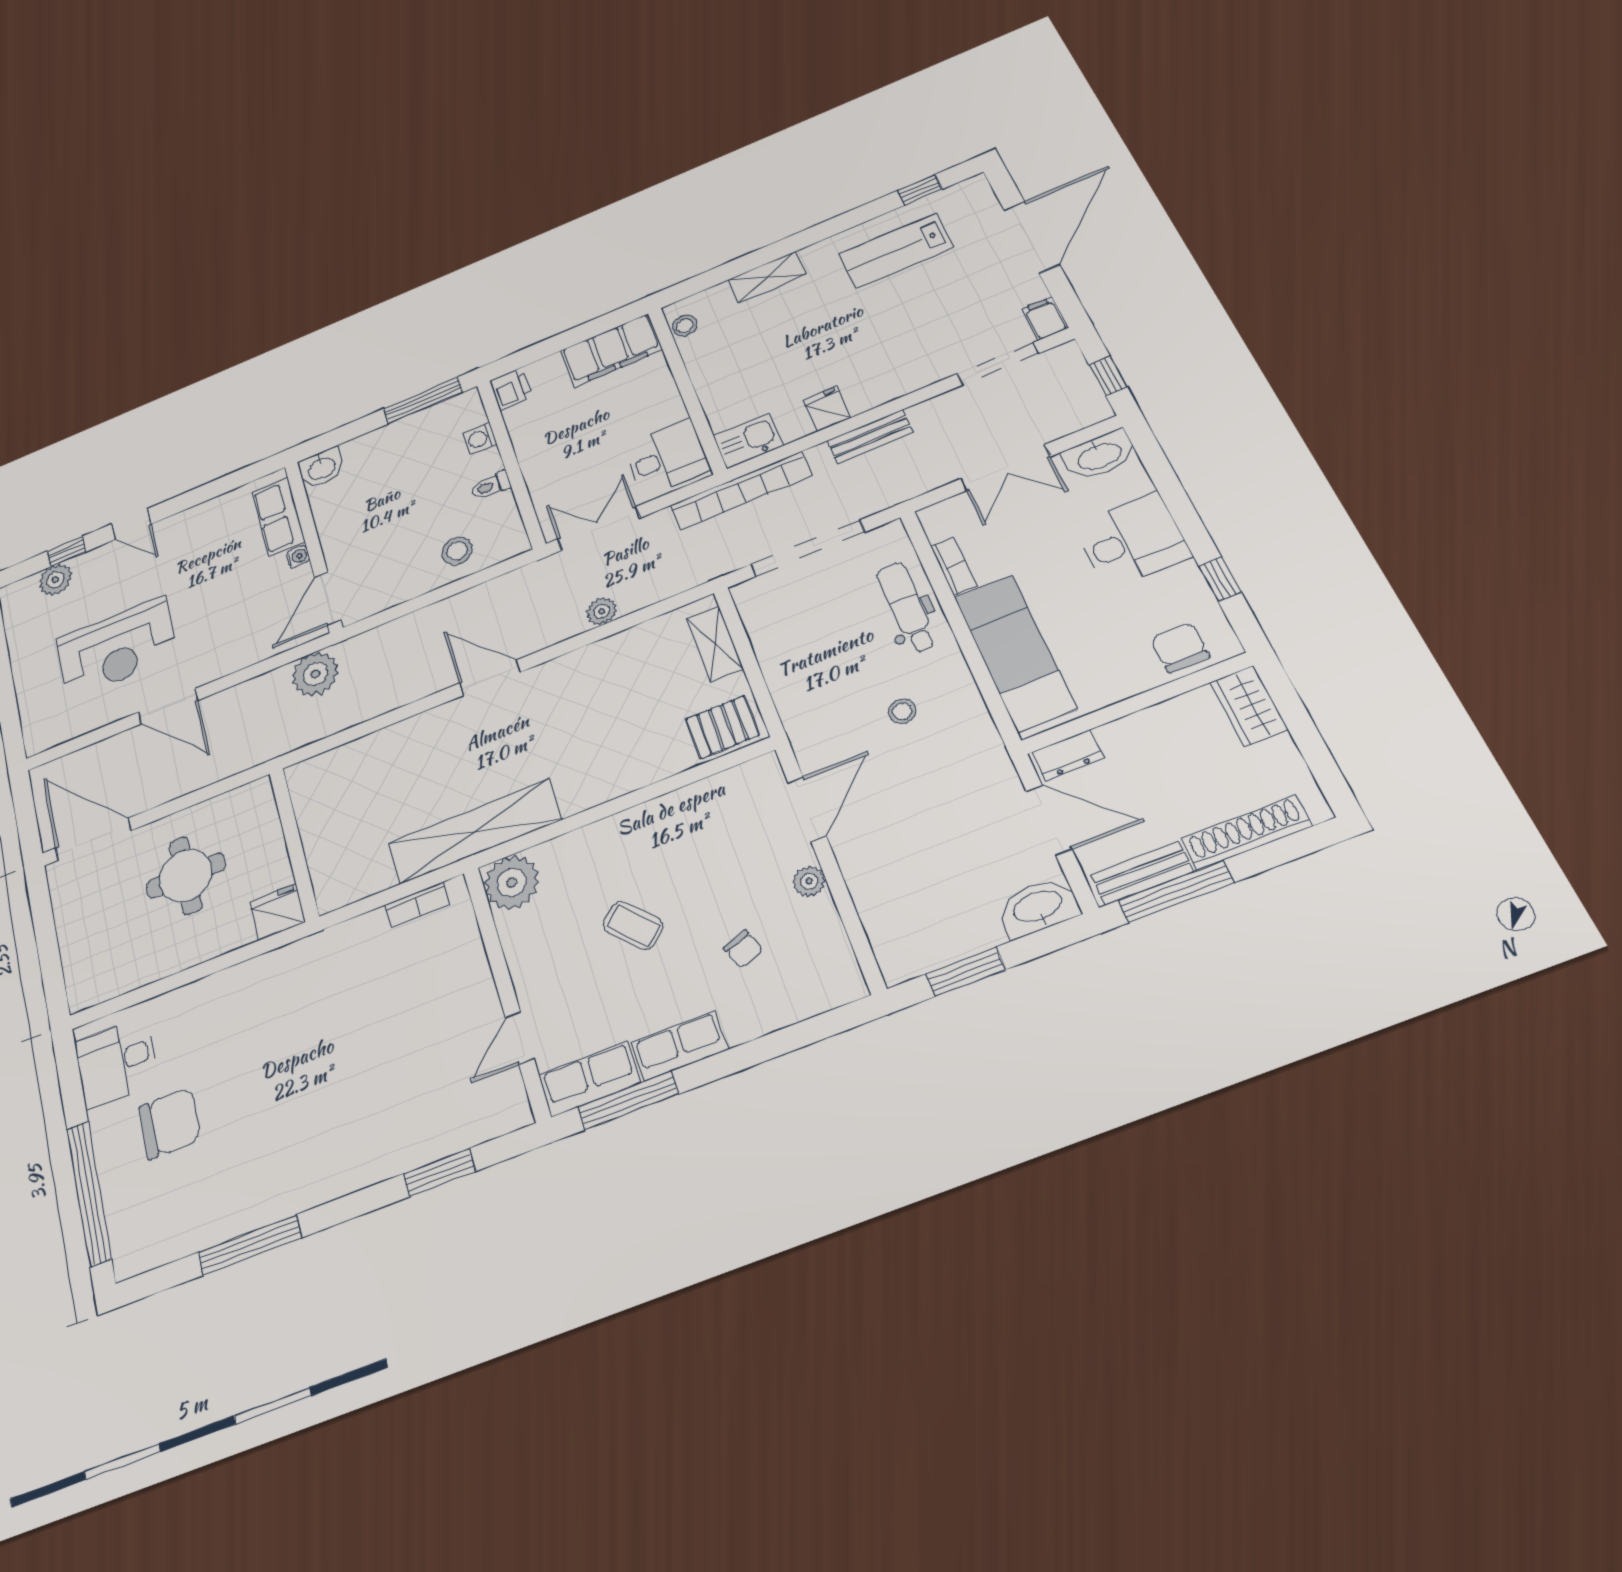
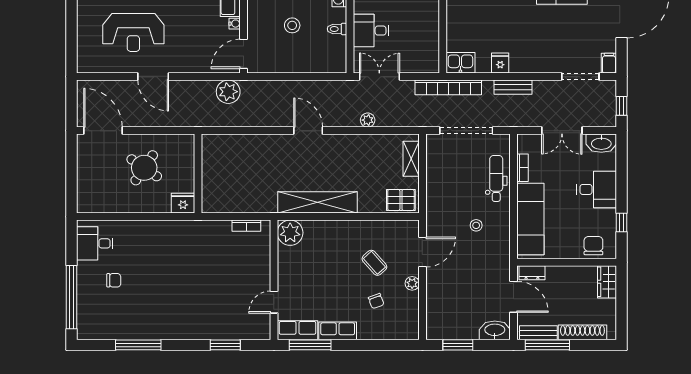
desk: (667, 458) -> (371, 31), moved, turned 180
stool: (457, 551) -> (292, 25), moved
shelving: (475, 832) -> (317, 202), moved
round table: (186, 876) -> (144, 168), turned 34
coffee table: (633, 926) -> (374, 263), moved
chair: (170, 1123) -> (114, 280), width x0.54, depth x0.54

